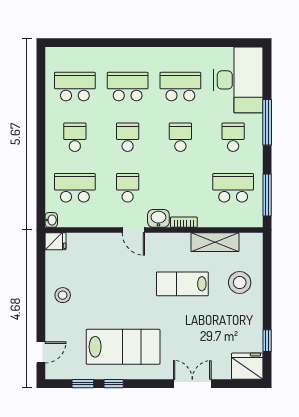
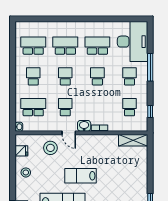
school desk: (233, 188) -> (129, 107), width x0.54
window: (267, 195) -> (150, 112), width x0.46
fridge: (55, 241) -> (21, 151), moved
shelving: (215, 242) -> (133, 140), moved
stool: (240, 283) -> (50, 148), moved
lab bench: (182, 284) -> (80, 176), moved

